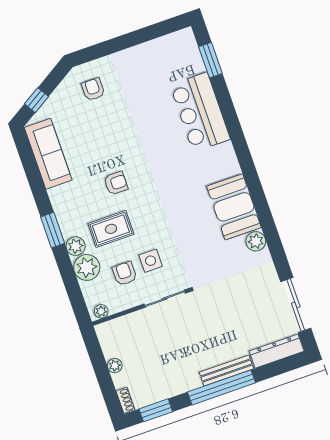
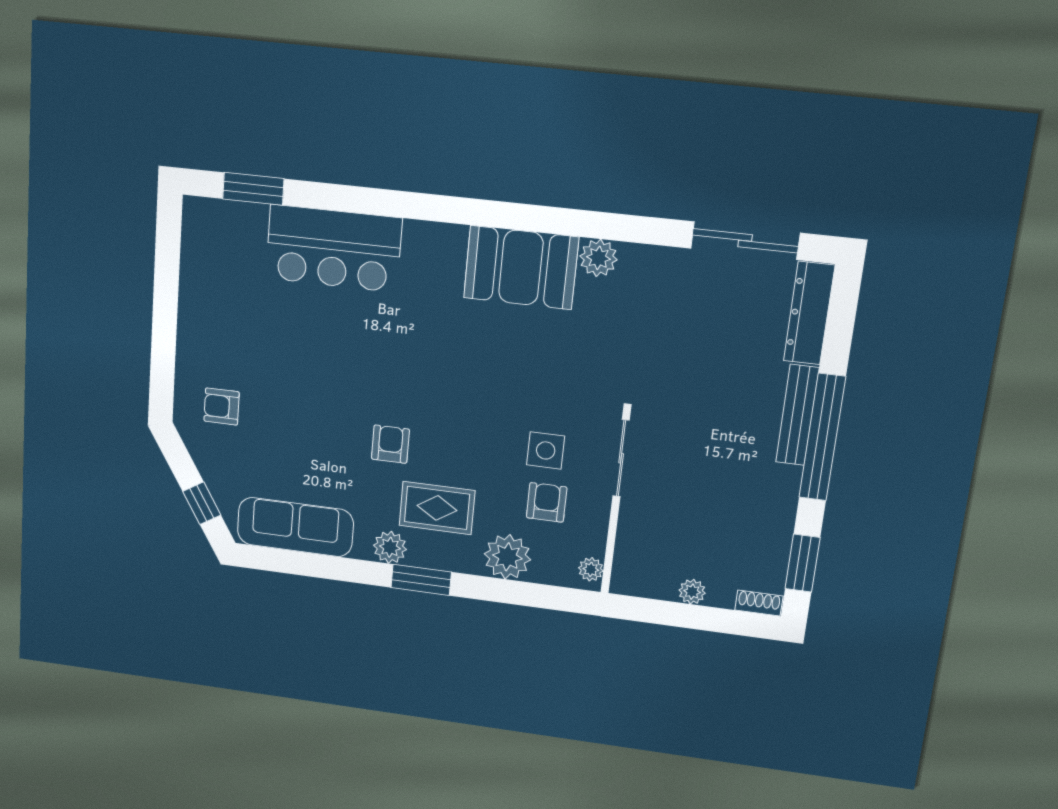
rug: (111, 229) -> (437, 508), moved, turned 90
plant: (76, 246) -> (390, 547), moved
armchair: (125, 273) -> (547, 502), turned 90

